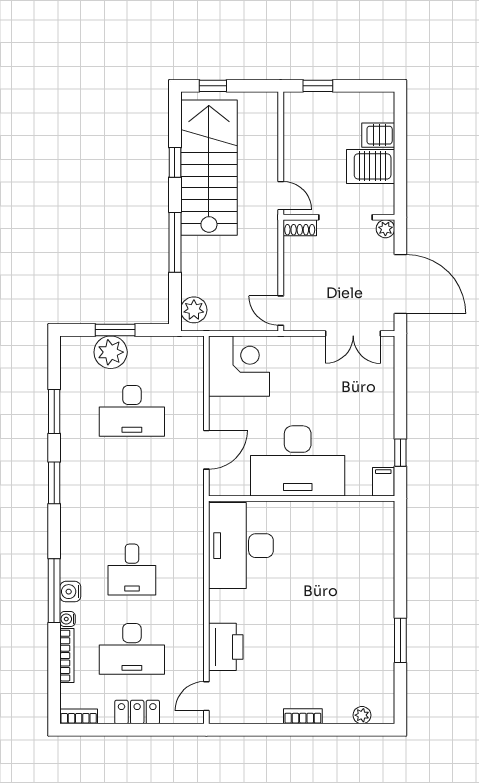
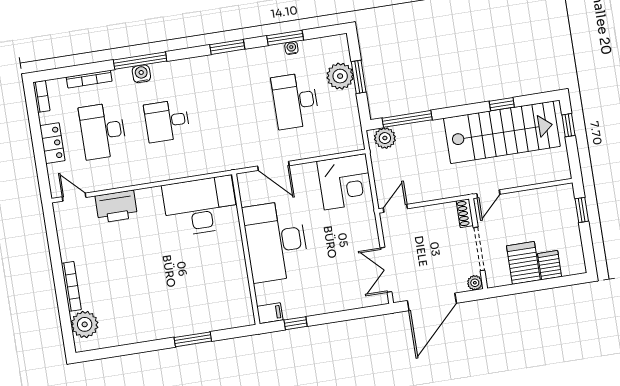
window: (175, 242) -> (407, 119), moved
water cooler: (67, 619) -> (291, 48), moved
window: (400, 640) -> (193, 339), moved
plant: (362, 715) -> (85, 324), width x1.87, depth x1.87
bookcase: (303, 716) -> (71, 286), width x1.56

